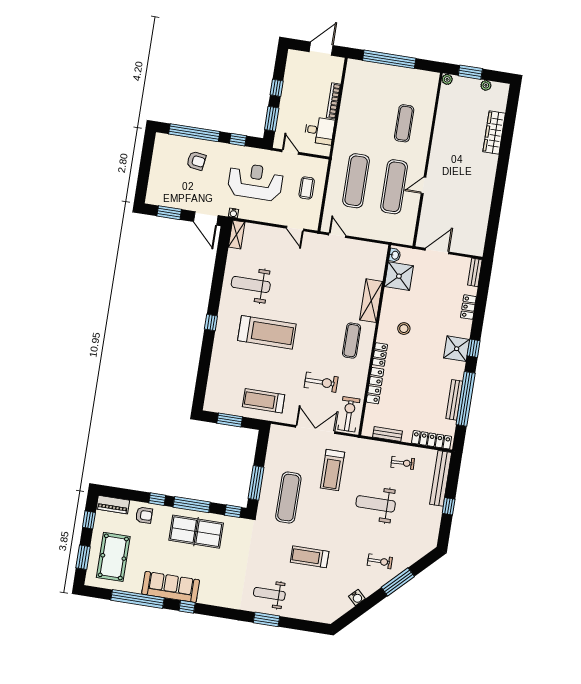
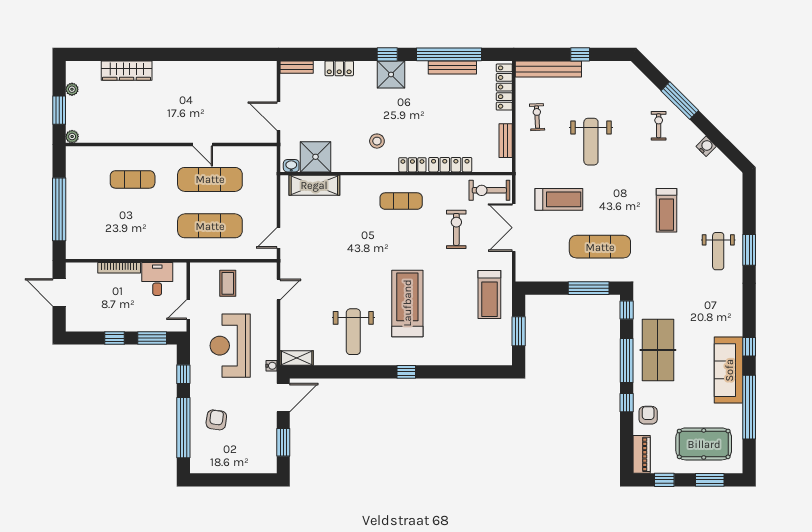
coffee table: (307, 188) -> (228, 283), turned 90
shelving: (371, 301) -> (314, 185), moved

